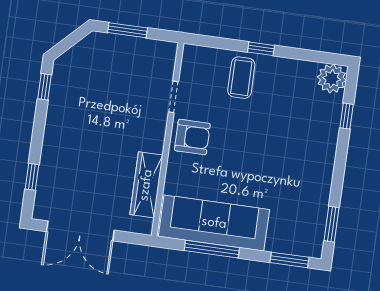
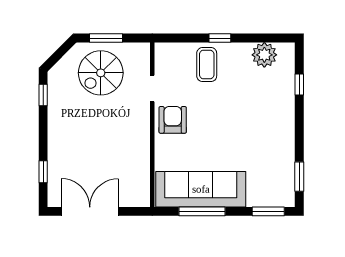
spiral stairs: (116, 70) -> (101, 73), added
plant: (332, 79) -> (264, 55), moved
armchair: (192, 137) -> (173, 120), turned -90
wardrobe: (146, 185) -> (140, 165), removed
double door: (80, 231) -> (90, 211), swing flipped

